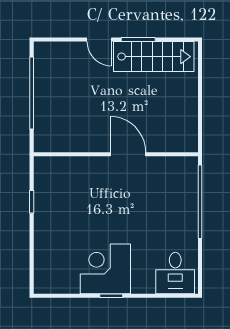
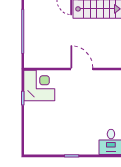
corner desk: (105, 269) -> (39, 86), moved, turned 90

